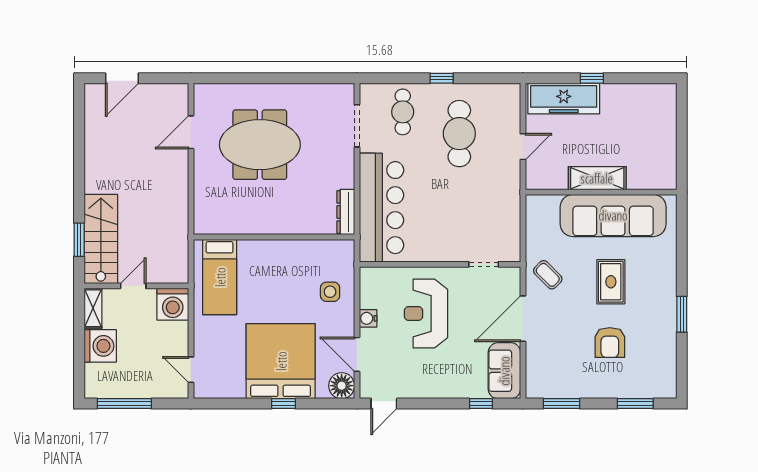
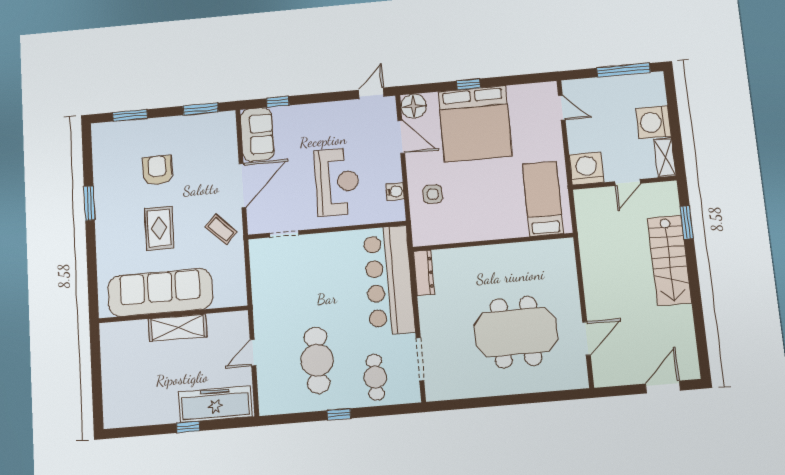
stairs: (101, 239) -> (669, 260), moved
water cooler: (368, 318) -> (395, 191), moved

